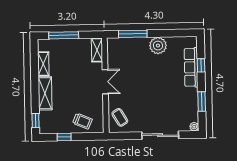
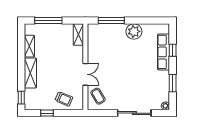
double door: (105, 82) -> (85, 74), moved

